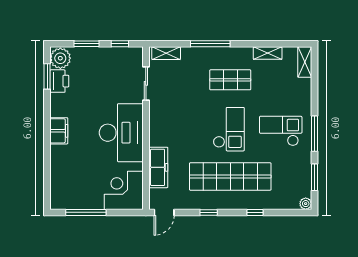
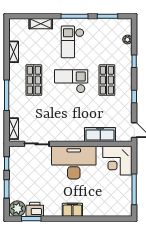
shelving: (305, 62) -> (41, 24), moved
shop shelf: (230, 176) -> (107, 80), width x0.50, depth x0.74
plant: (306, 204) -> (127, 39), moved

